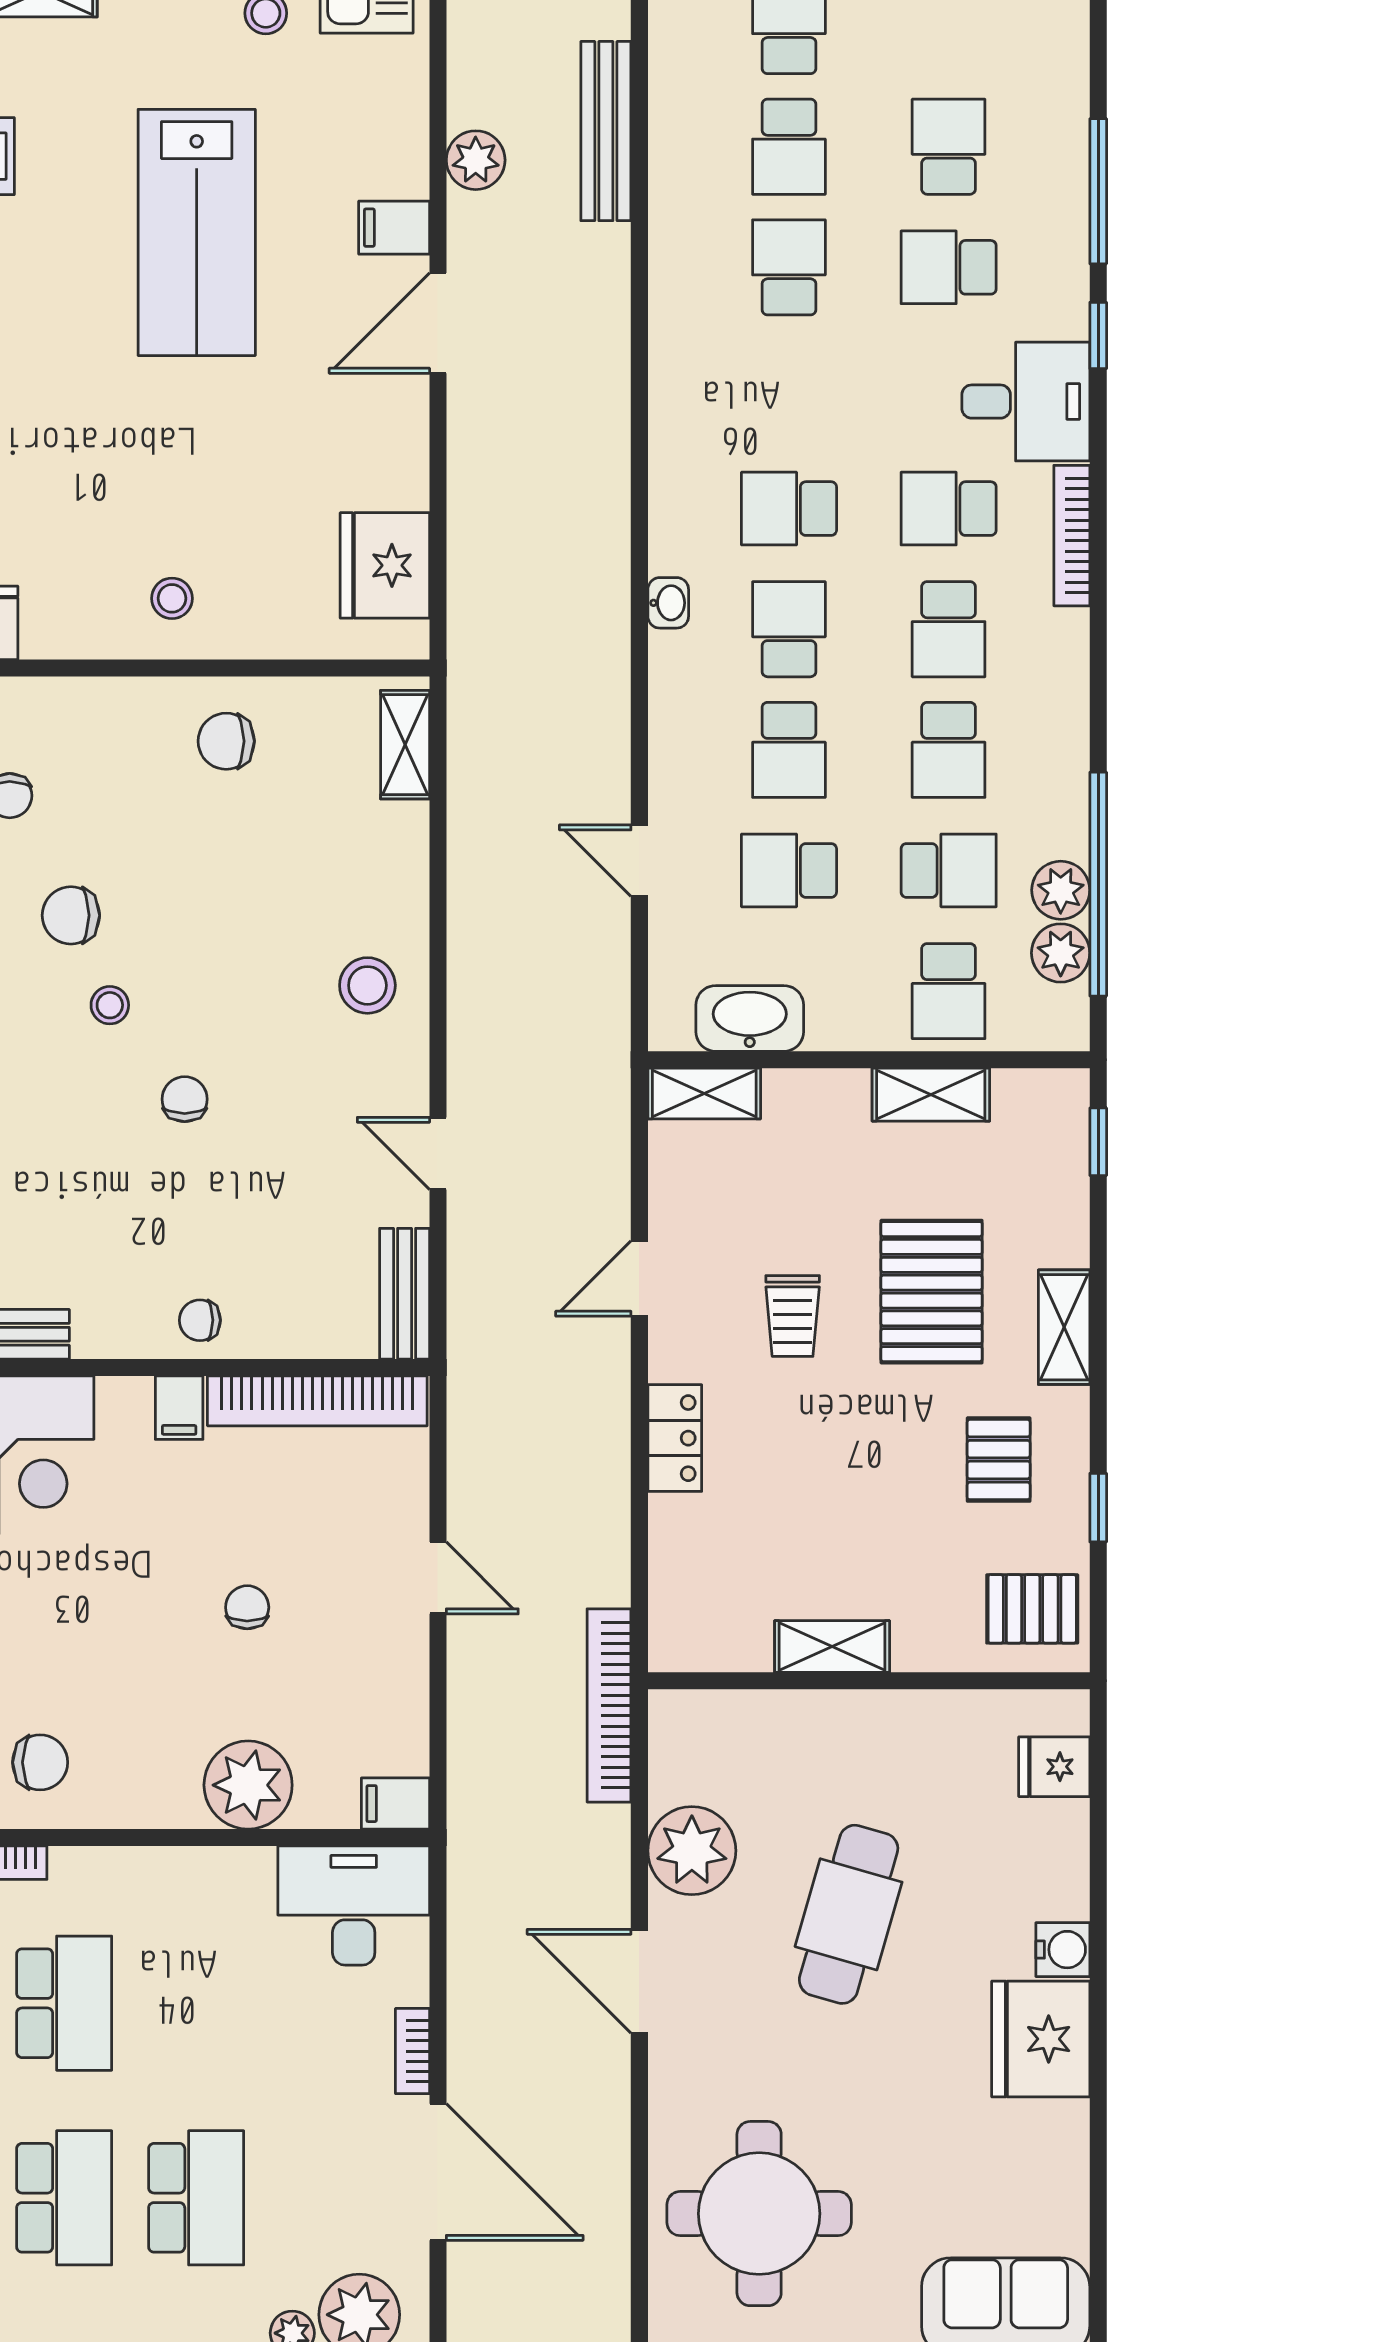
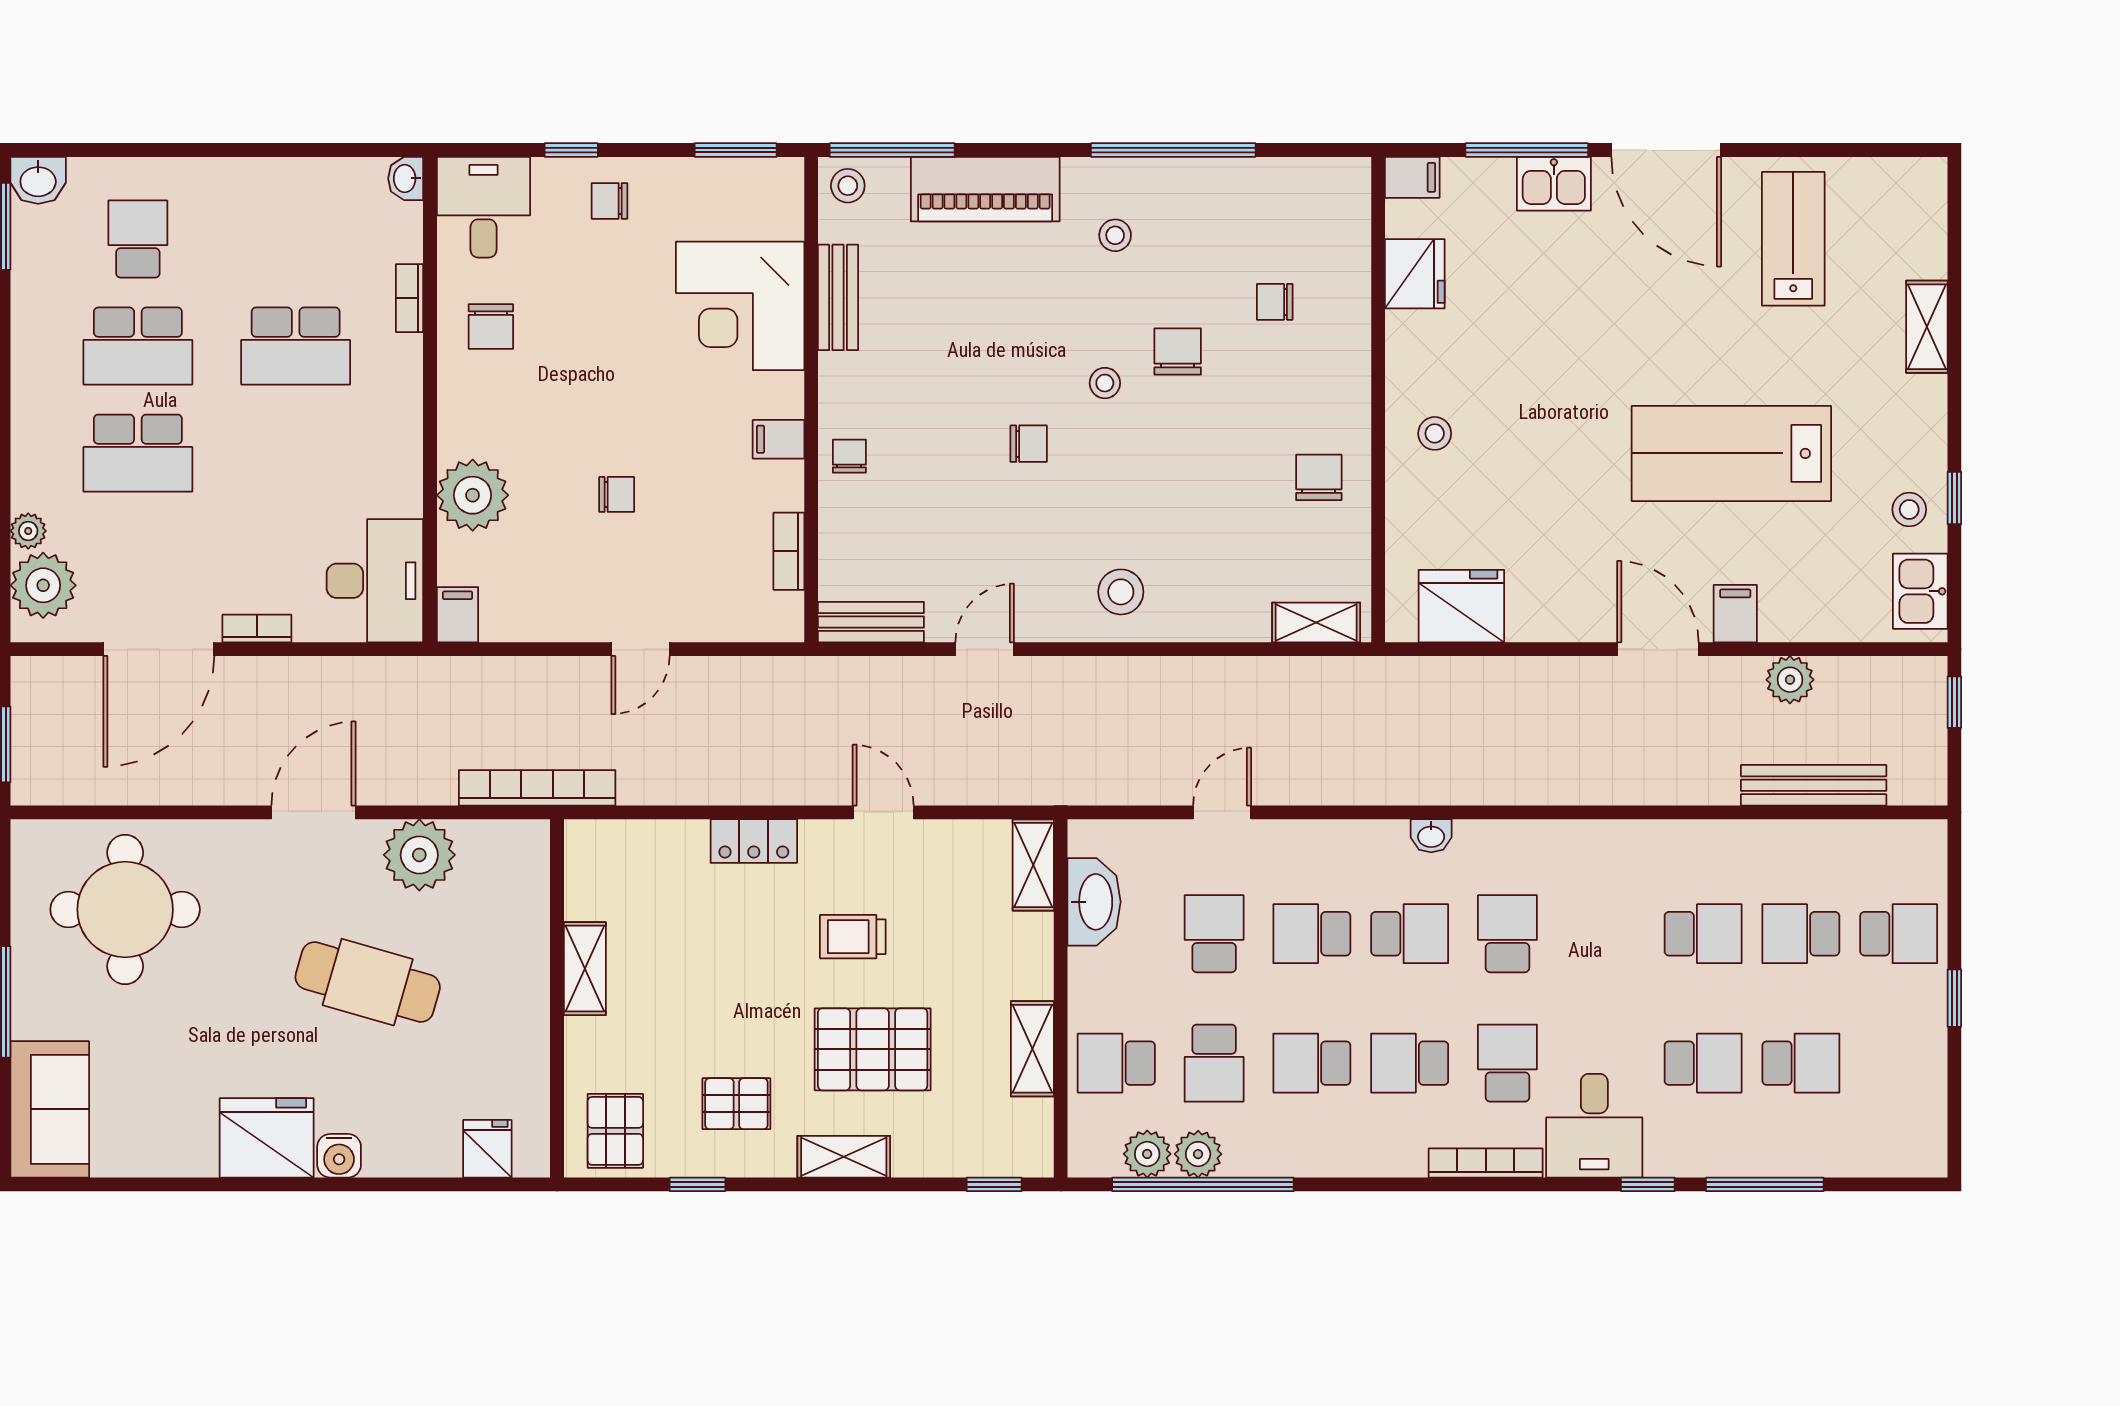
school desk: (949, 267) -> (1703, 1063), turned 90
bookcase: (317, 1401) -> (789, 551), width x0.43, depth x0.76

